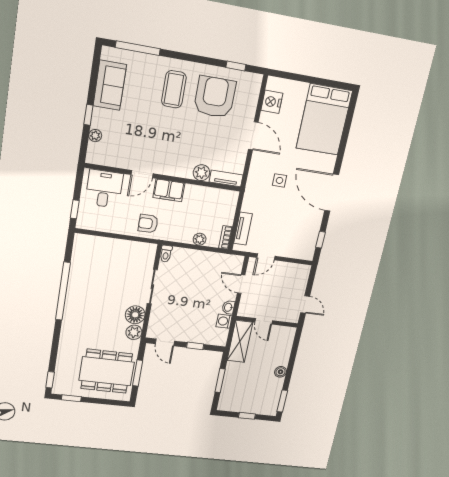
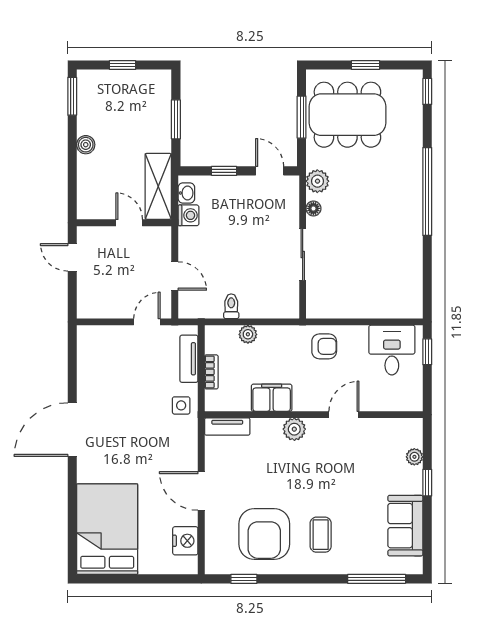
coffee table: (174, 89) -> (321, 535), width x0.73, depth x0.77
plant: (201, 173) -> (294, 429), moved
side table: (280, 180) -> (181, 405), moved
desk: (104, 189) -> (392, 350), moved, turned 180
filing cabinet: (169, 190) -> (272, 398), moved
door: (332, 193) -> (72, 430), swing flipped
bookcase: (226, 237) -> (211, 372), moved
window: (320, 240) -> (72, 359), removed
toilet: (166, 254) -> (231, 306), moved
window: (63, 291) -> (427, 192), moved
washbasin: (228, 307) -> (186, 193), moved
floor lamp: (135, 315) -> (313, 208), width x0.53, depth x0.53
window: (71, 398) -> (366, 65), moved

